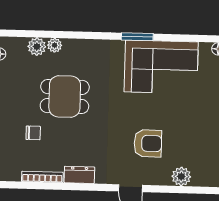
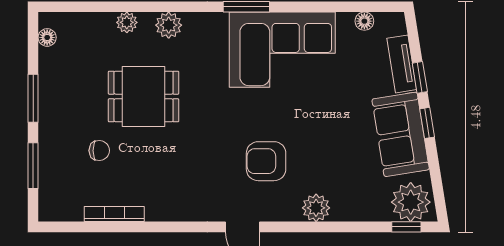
plant: (37, 47) -> (169, 25), moved
armchair: (148, 143) -> (266, 161), turned 180
dresser: (79, 175) -> (168, 210), removed

